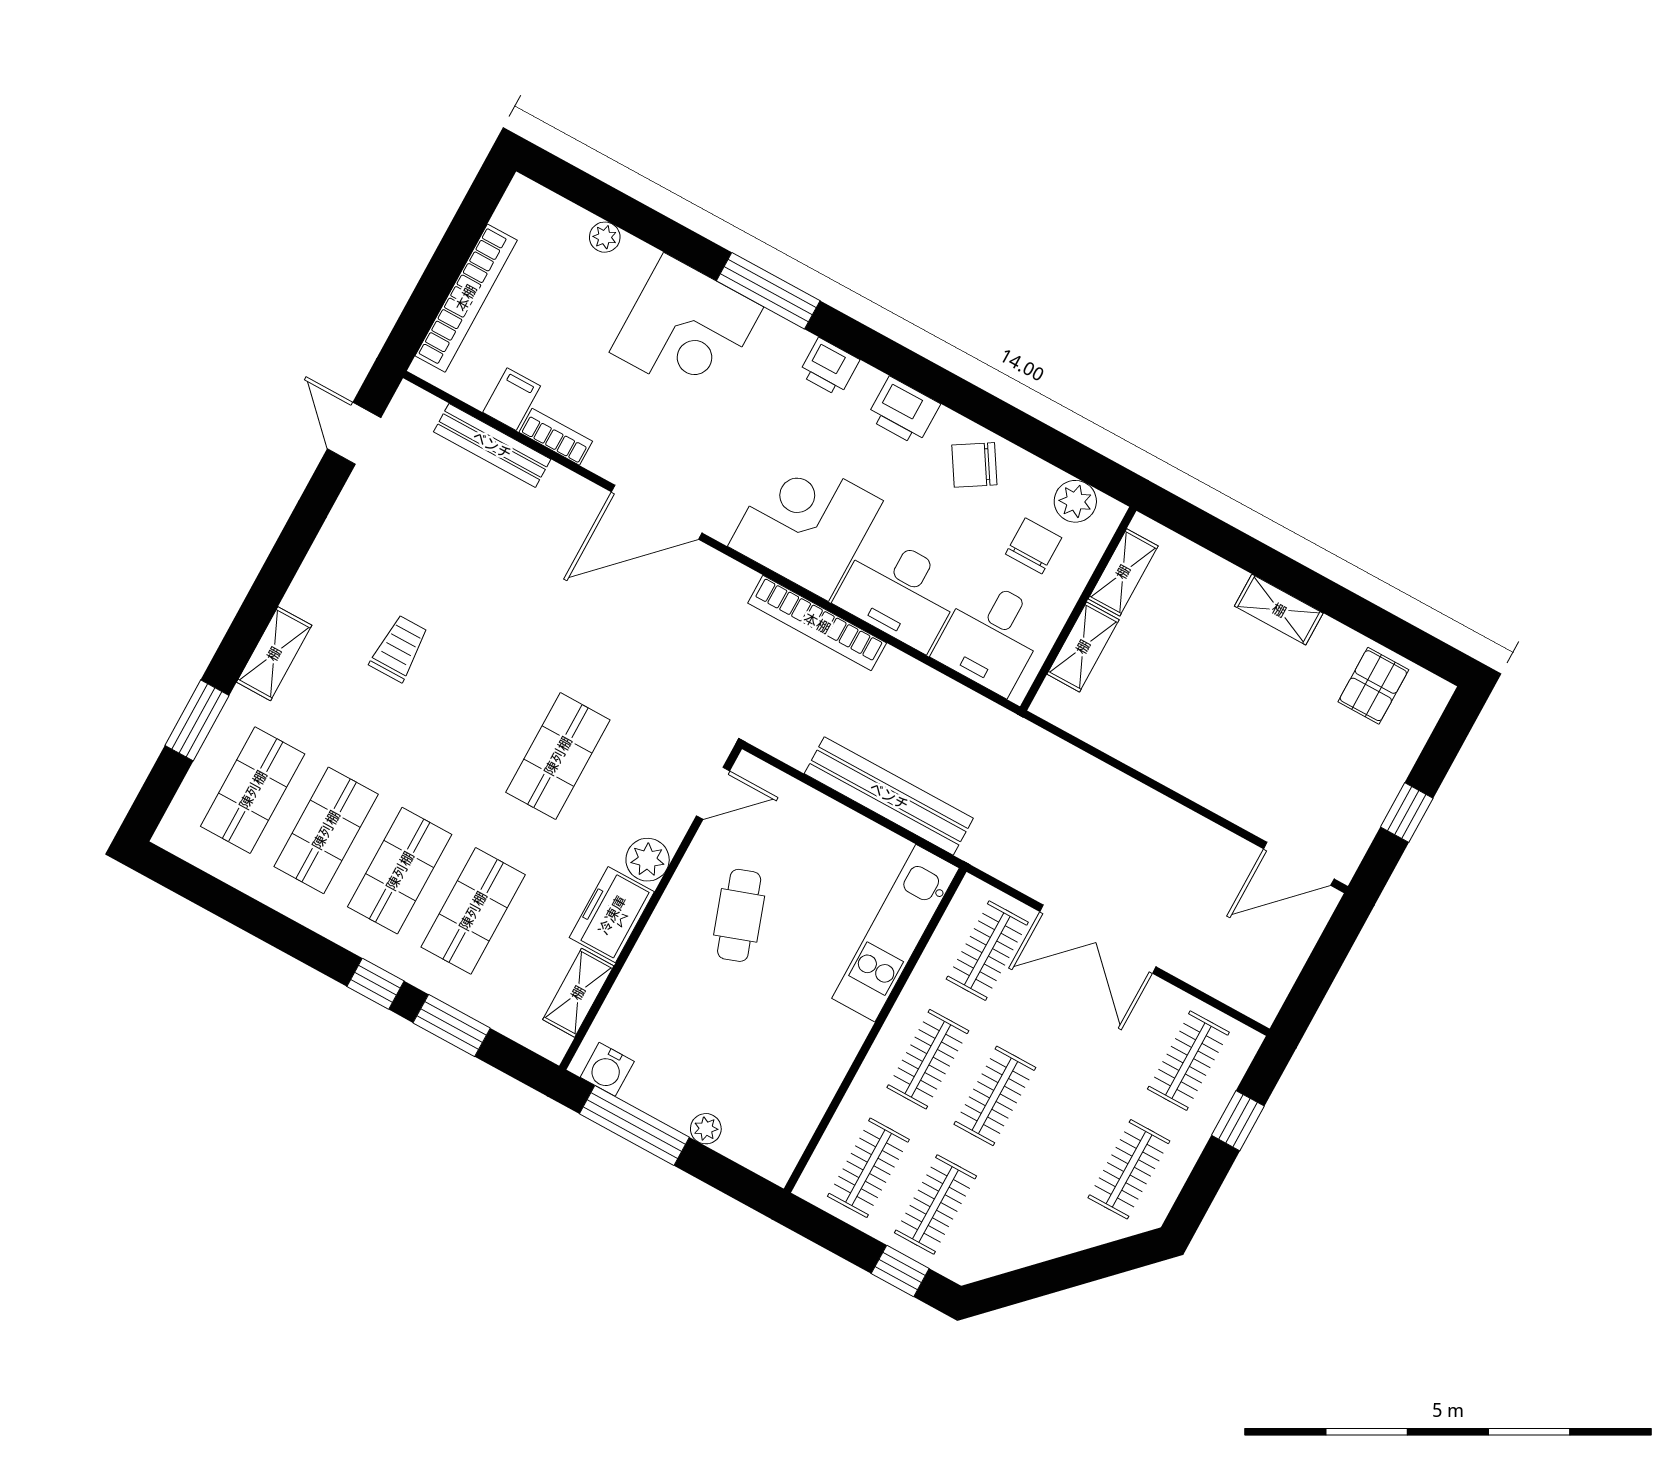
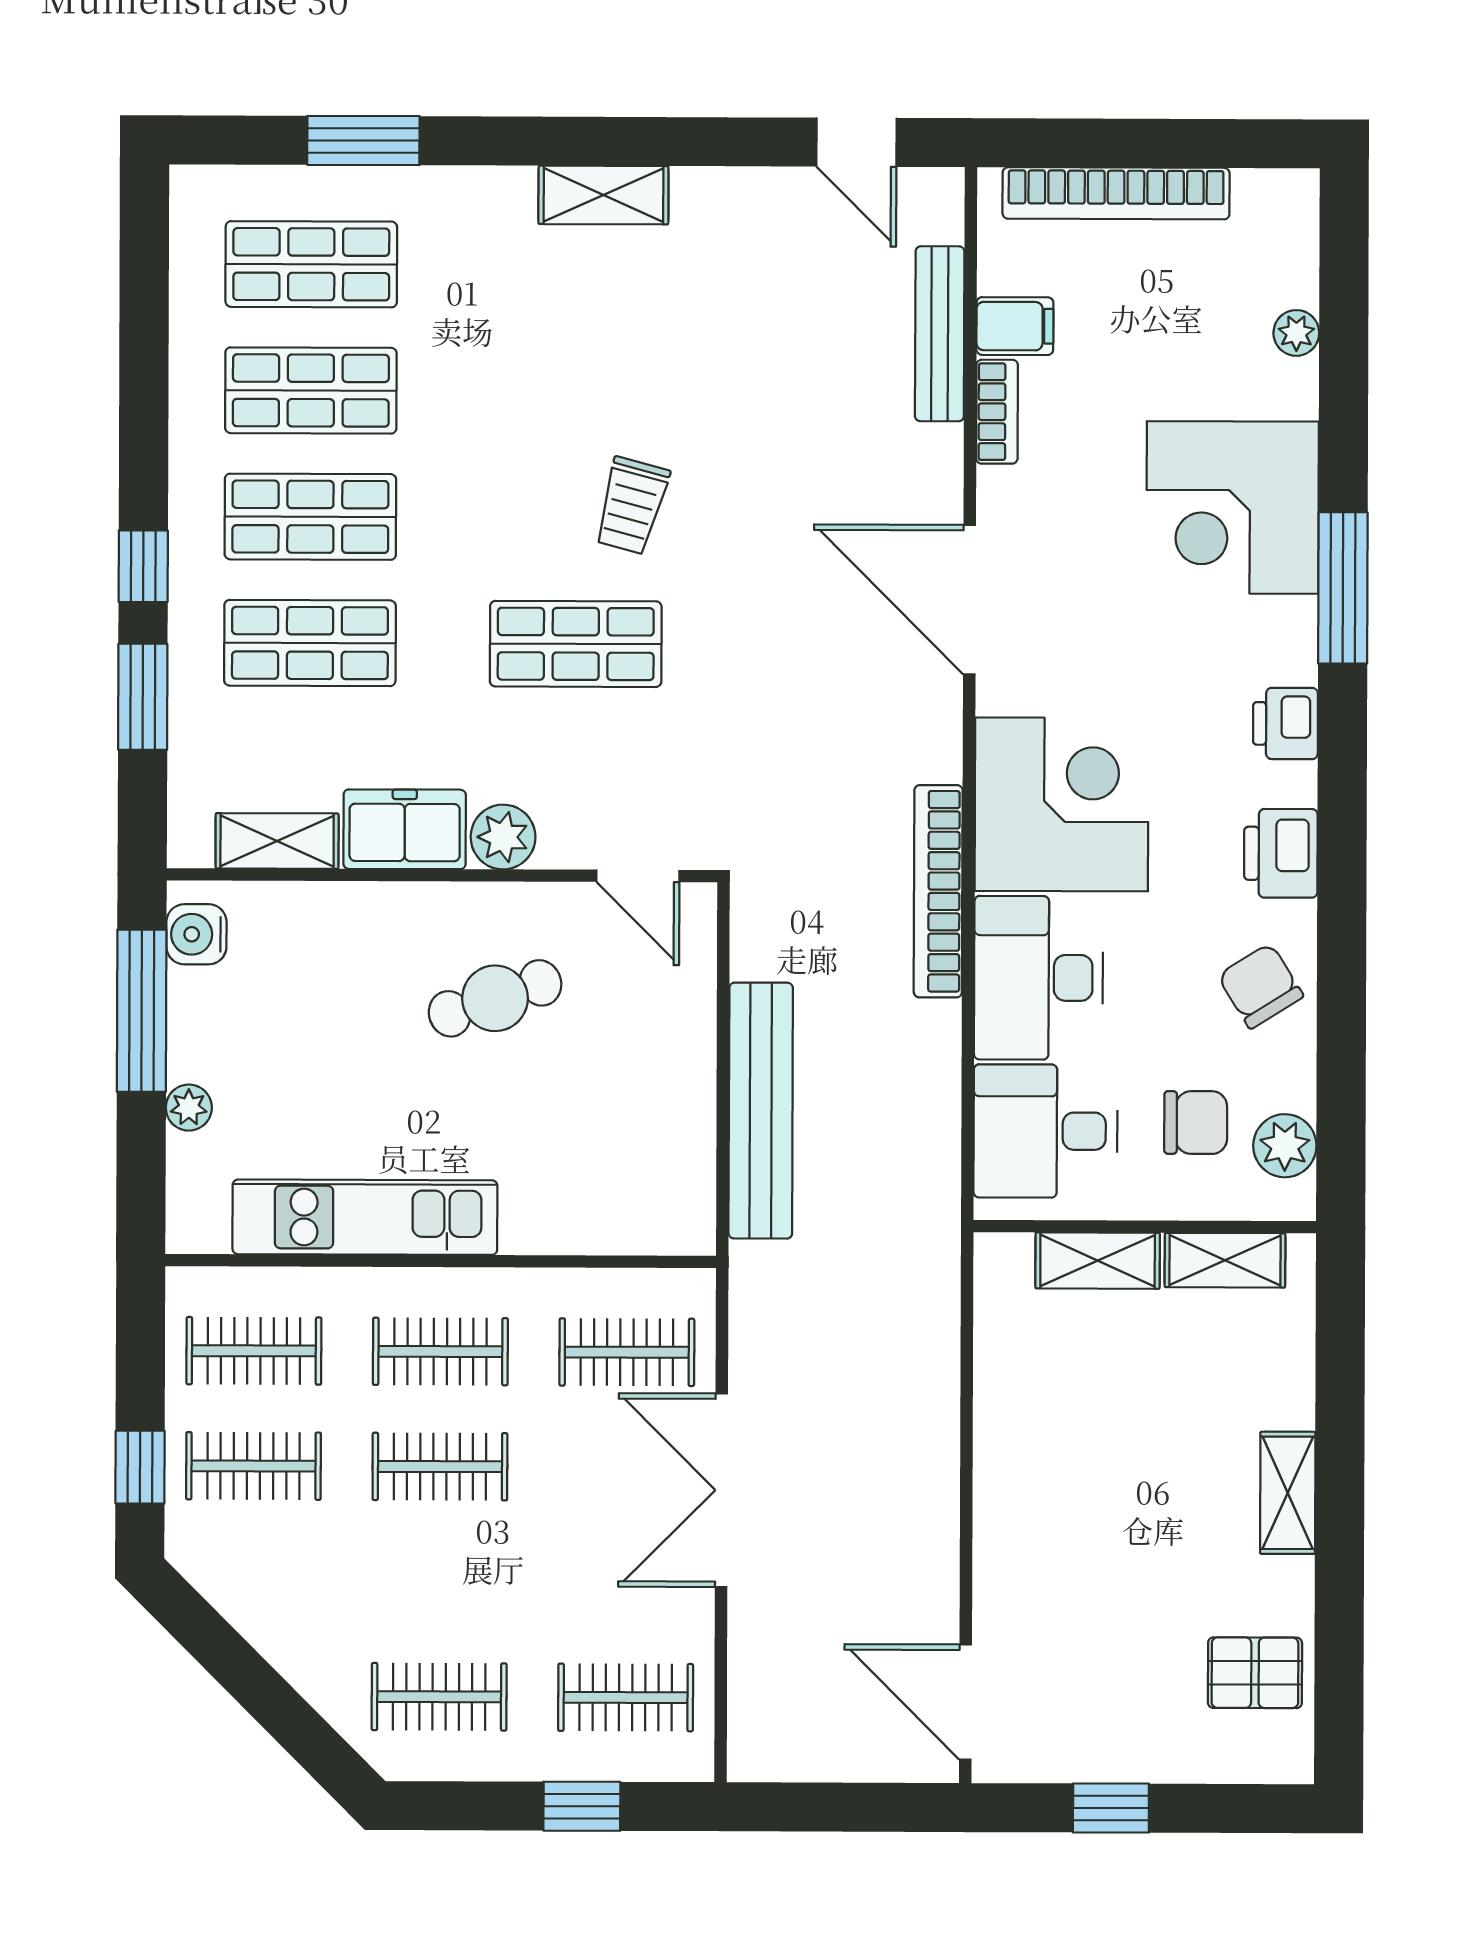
door: (354, 433) -> (857, 142), swing flipped
trolley: (399, 649) -> (632, 506), moved, turned 105
shelving: (274, 654) -> (603, 195), moved
kitchen unit: (895, 933) -> (365, 1217), moved

